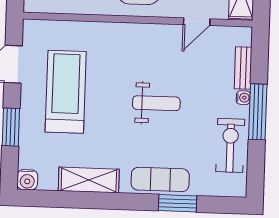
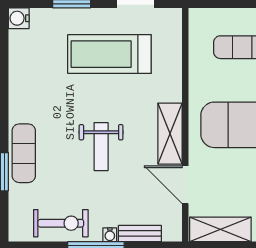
door: (197, 22) -> (185, 185), width x1.38
treadmill: (66, 92) -> (109, 54), turned 180
shelving: (89, 180) -> (170, 134), moved

